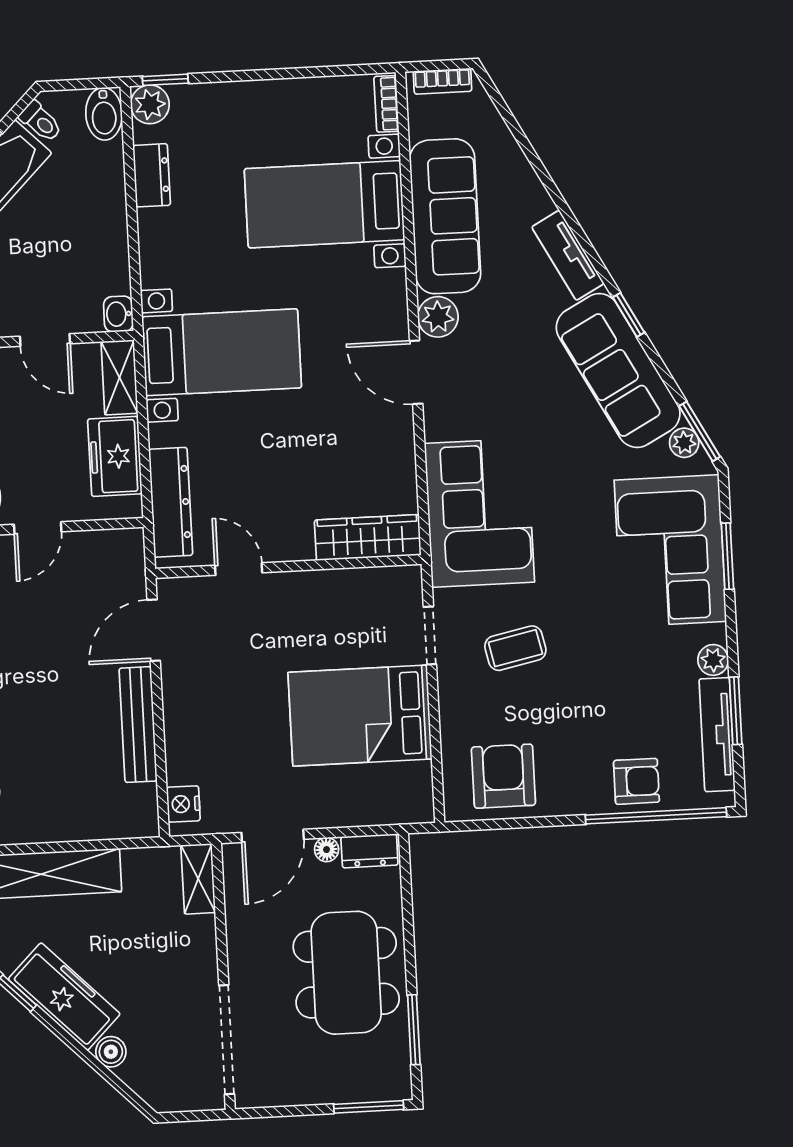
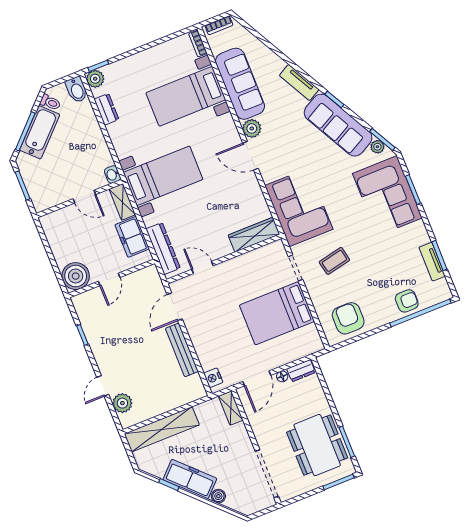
plant: (713, 660) -> (422, 237), removed
tv unit: (717, 735) -> (432, 262), width x0.71
dining table: (346, 973) -> (317, 445), moved

